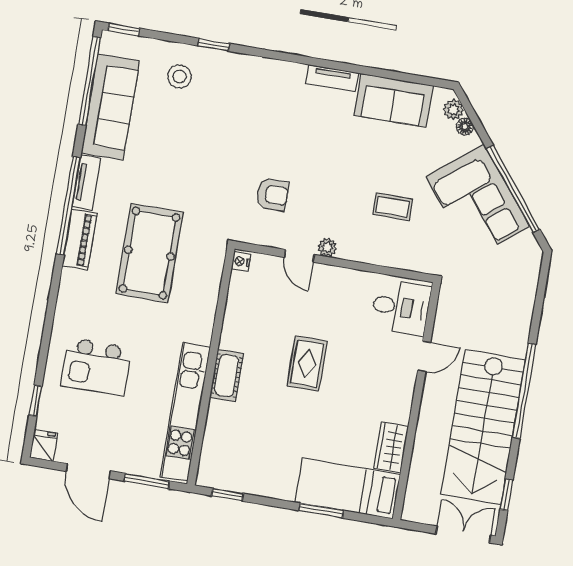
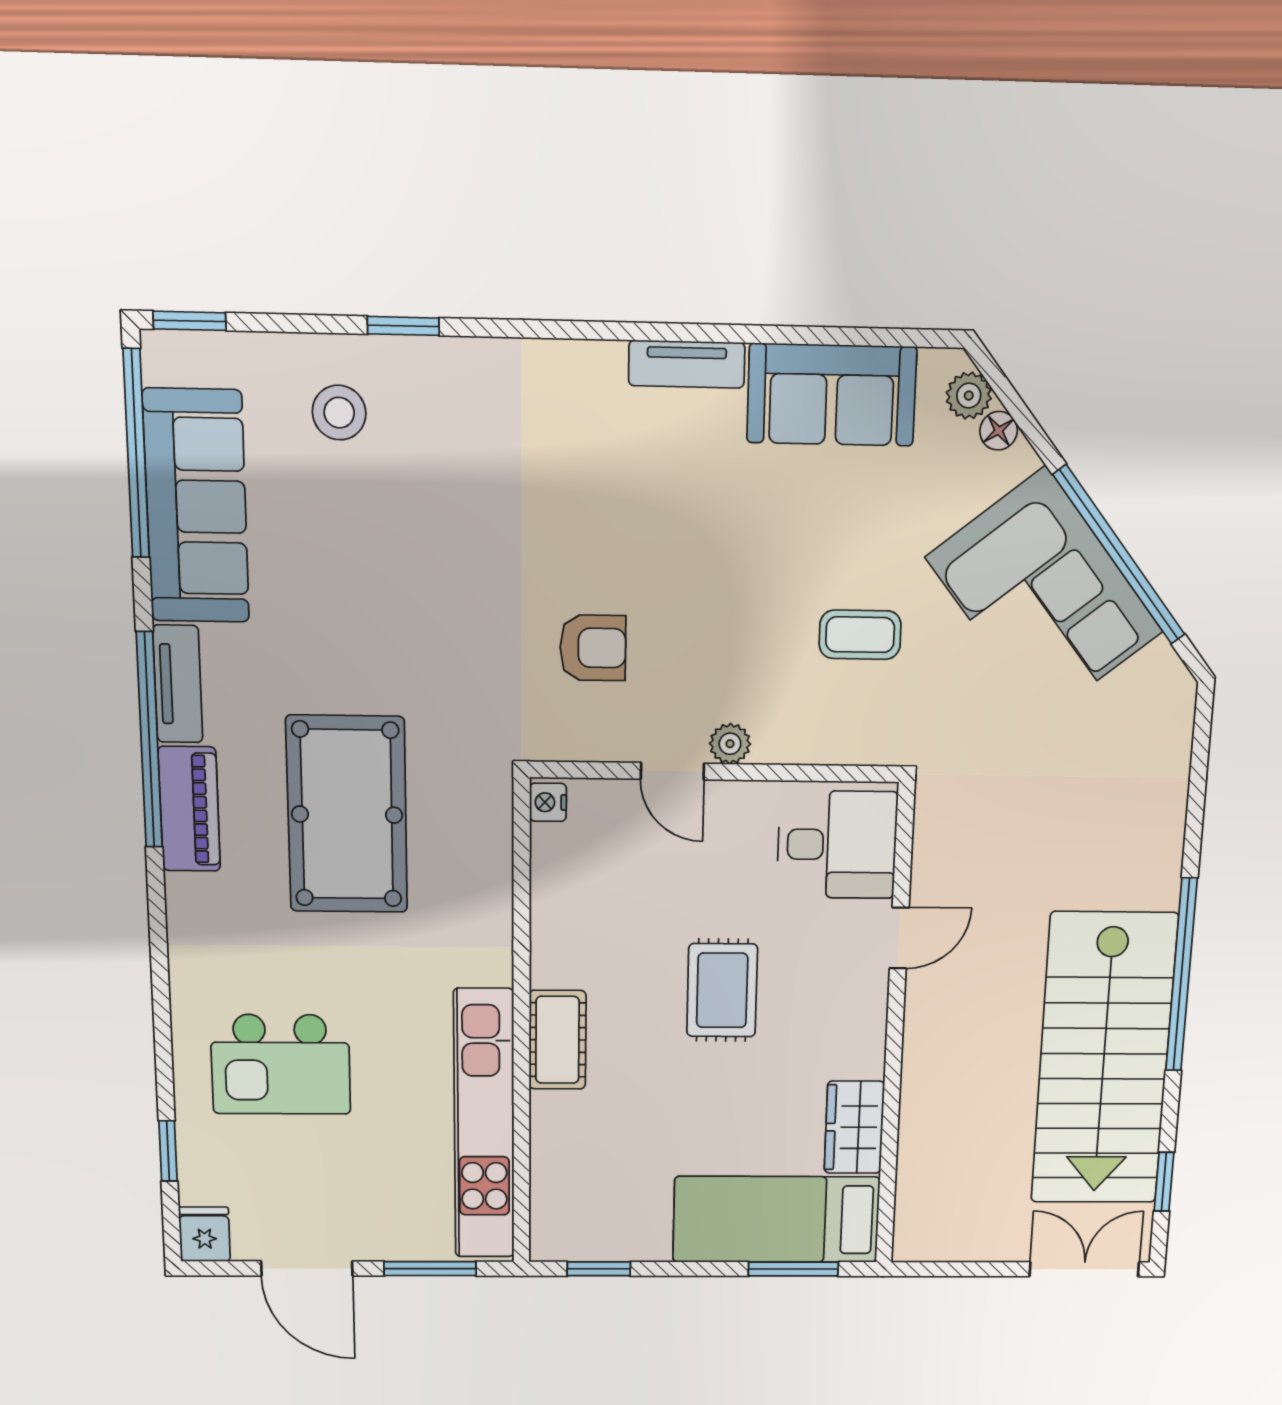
desk: (401, 307) -> (837, 845), moved
door: (424, 357) -> (899, 938), moved
wall: (417, 401) -> (895, 1029), moved
wardrobe: (391, 447) -> (854, 1127), moved
bed: (348, 489) -> (776, 1220), moved

